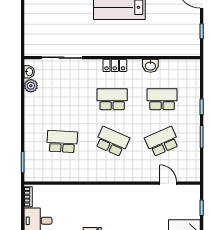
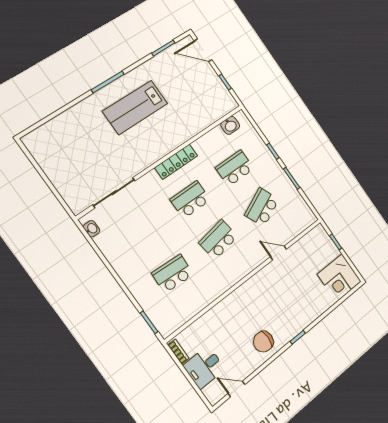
locker: (115, 65) -> (176, 162), width x1.53
washbasin: (150, 66) -> (230, 125), moved
plant: (31, 86) -> (103, 241), removed
school desk: (112, 142) -> (218, 240), turned -33
door: (168, 183) -> (278, 253), moved

